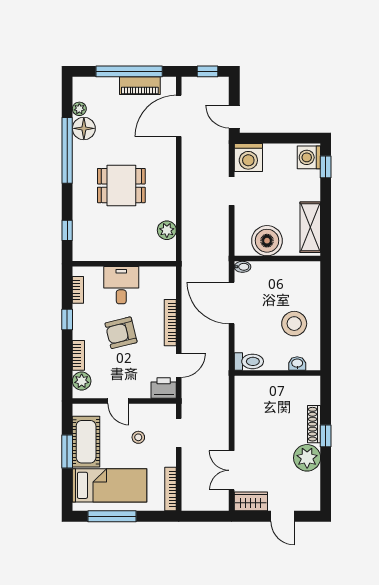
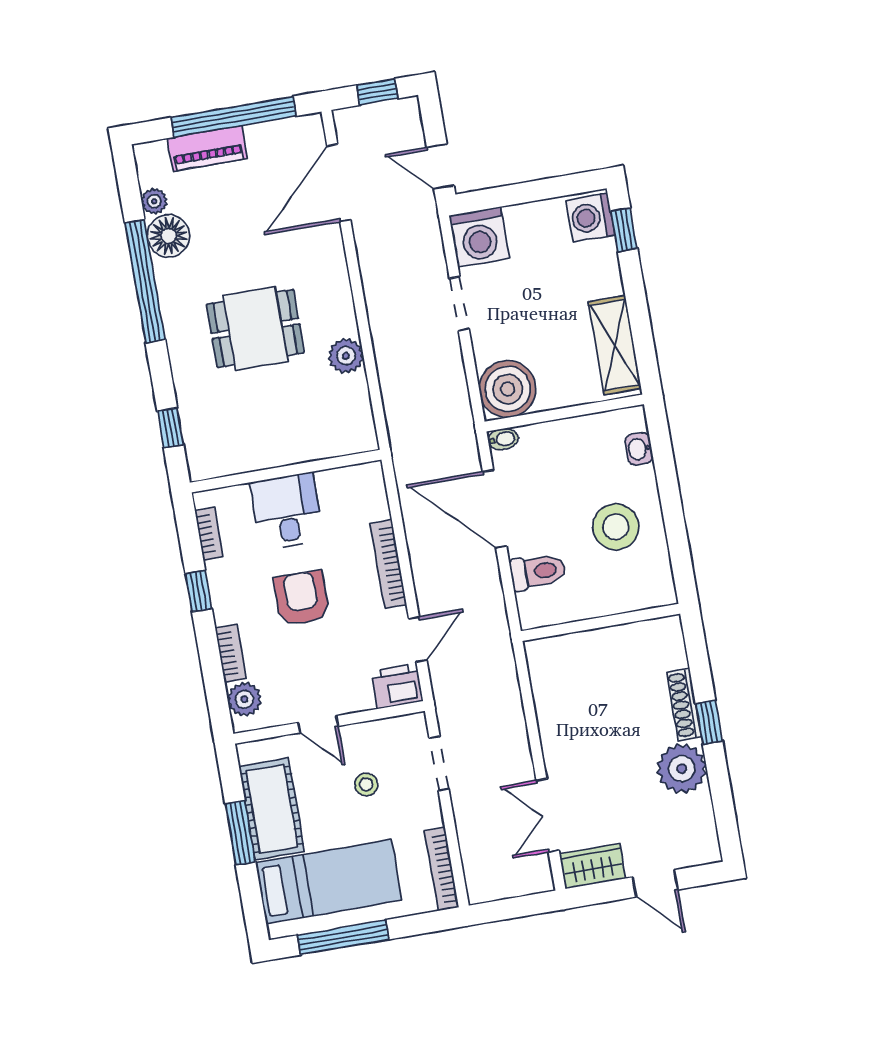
piano: (140, 86) -> (207, 148), moved
plant: (167, 230) -> (346, 356), moved
boiler: (267, 241) -> (508, 389), moved
armchair: (121, 333) -> (301, 598), turned 104
toilet: (249, 361) -> (538, 572), moved
washbasin: (297, 363) -> (639, 449), moved, turned -90

